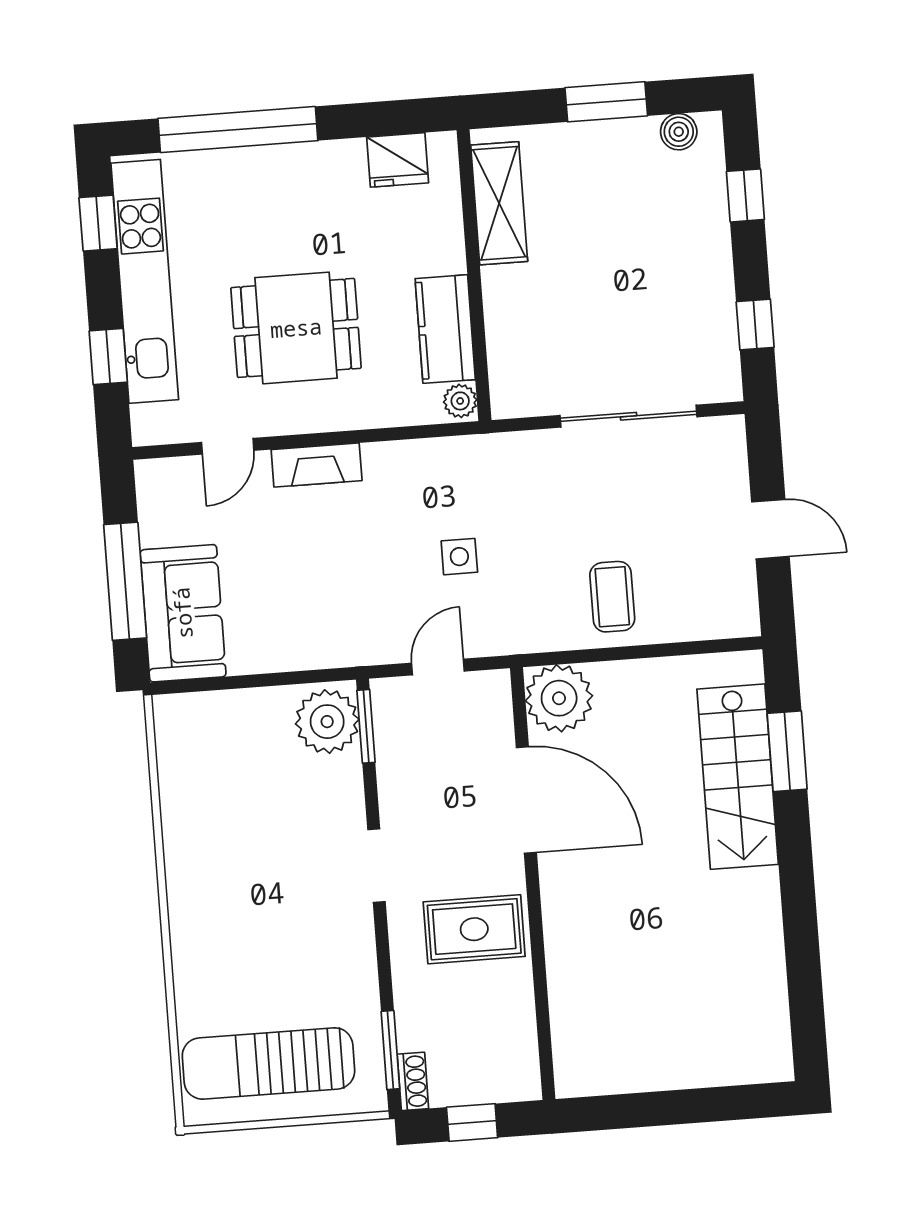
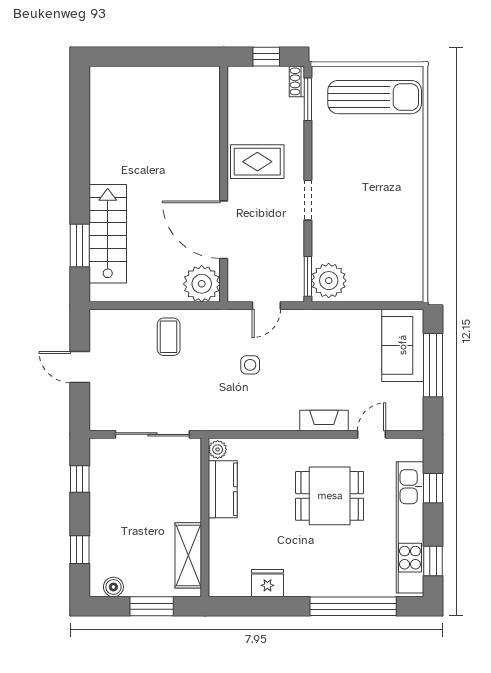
shelving: (499, 203) -> (188, 555), moved
wall: (474, 275) -> (205, 517), moved
kitchen counter: (445, 329) -> (223, 489), moved
plant: (460, 401) -> (218, 449), moved

